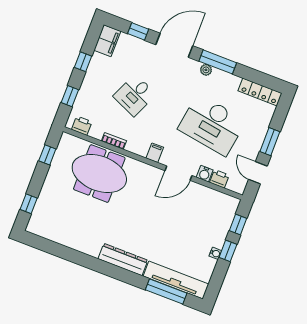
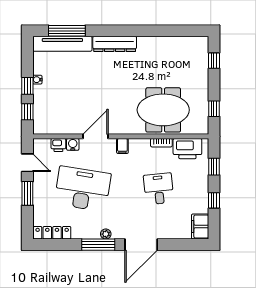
window: (138, 31) -> (177, 245), removed
desk: (135, 95) -> (159, 189), turned -30
printer: (82, 126) -> (187, 149), width x1.87, depth x1.48

